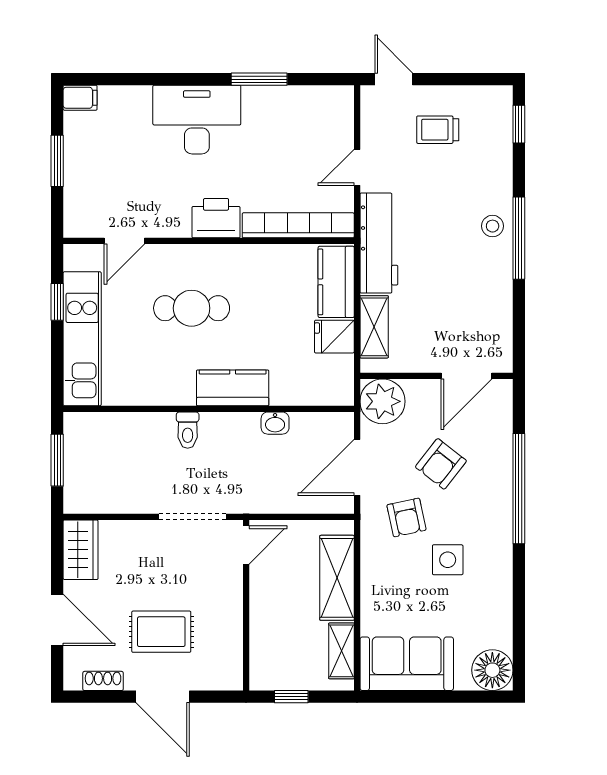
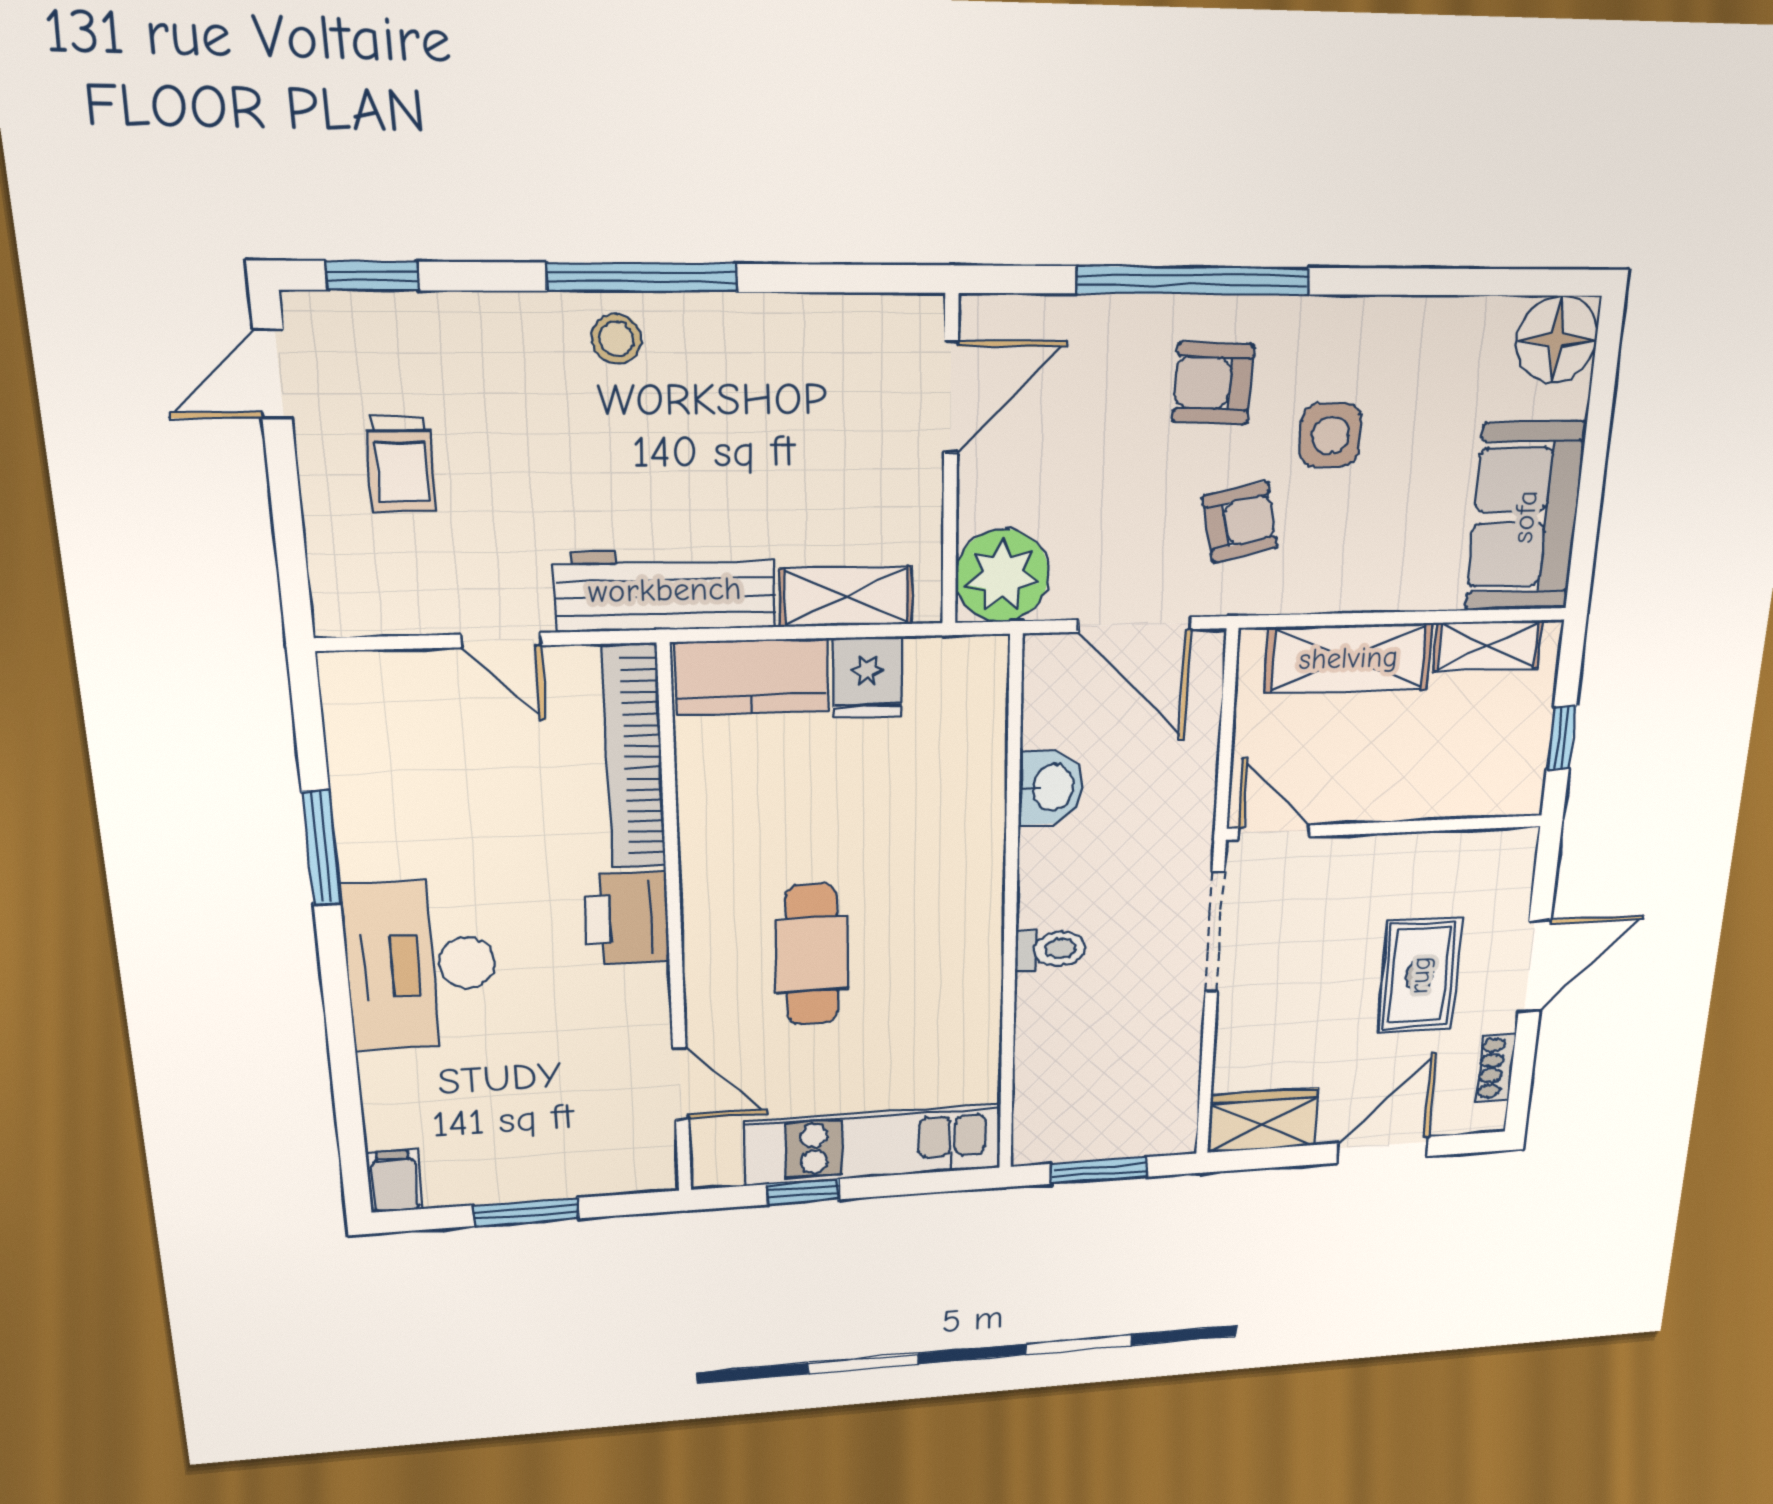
door: (394, 79) -> (273, 374), moved
door: (466, 376) -> (951, 397), hinge flipped
kitchen counter: (233, 388) -> (970, 871), removed
washbasin: (275, 423) -> (1051, 787), width x1.38, depth x1.45
armchair: (441, 464) -> (1213, 383), moved, turned 144

